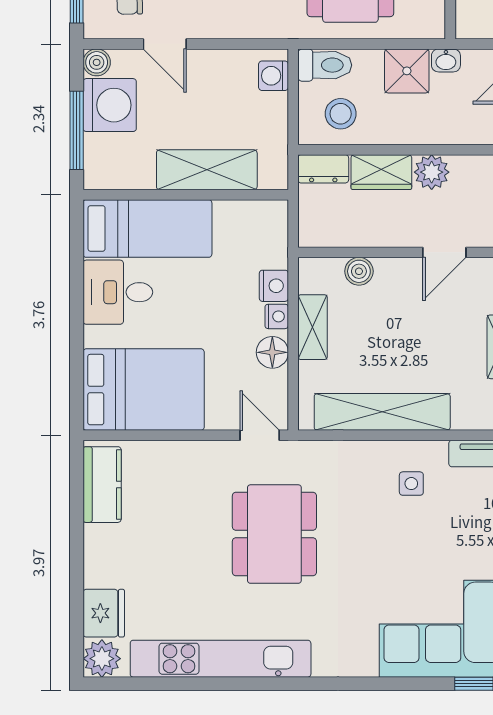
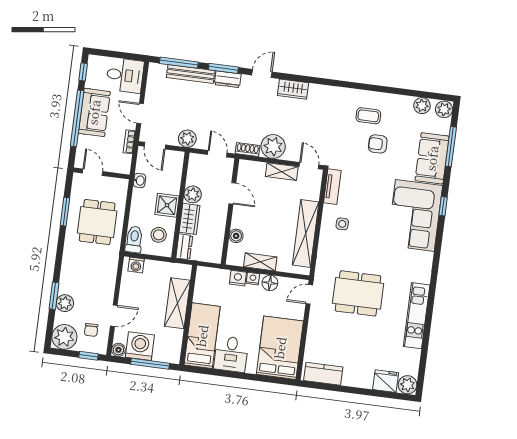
shower: (407, 71) -> (167, 205), moved
kitchen unit: (221, 659) -> (417, 316), width x0.73

